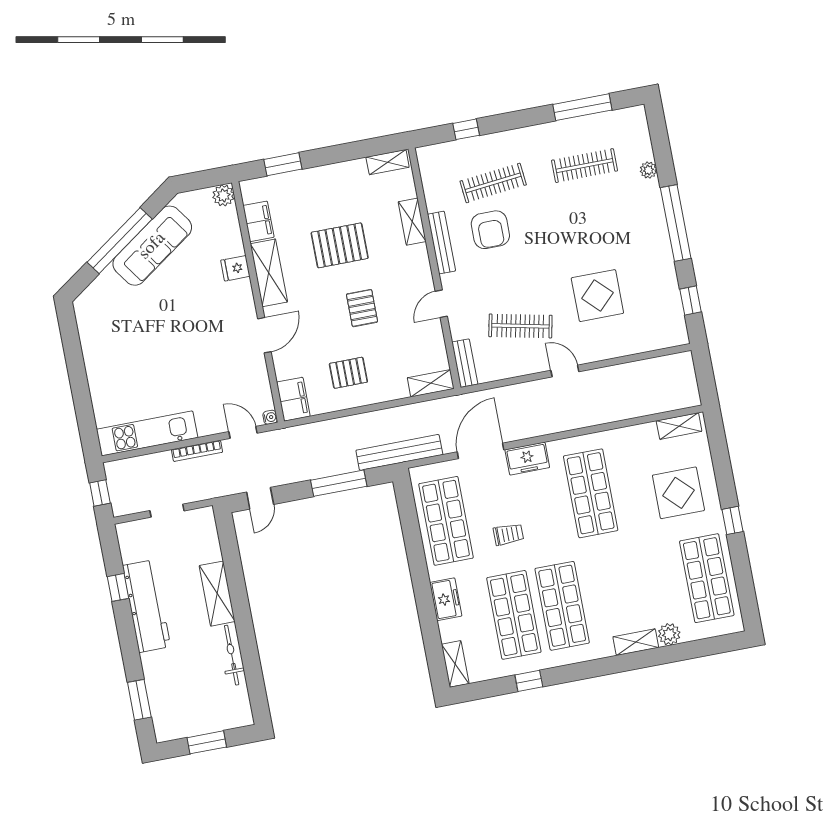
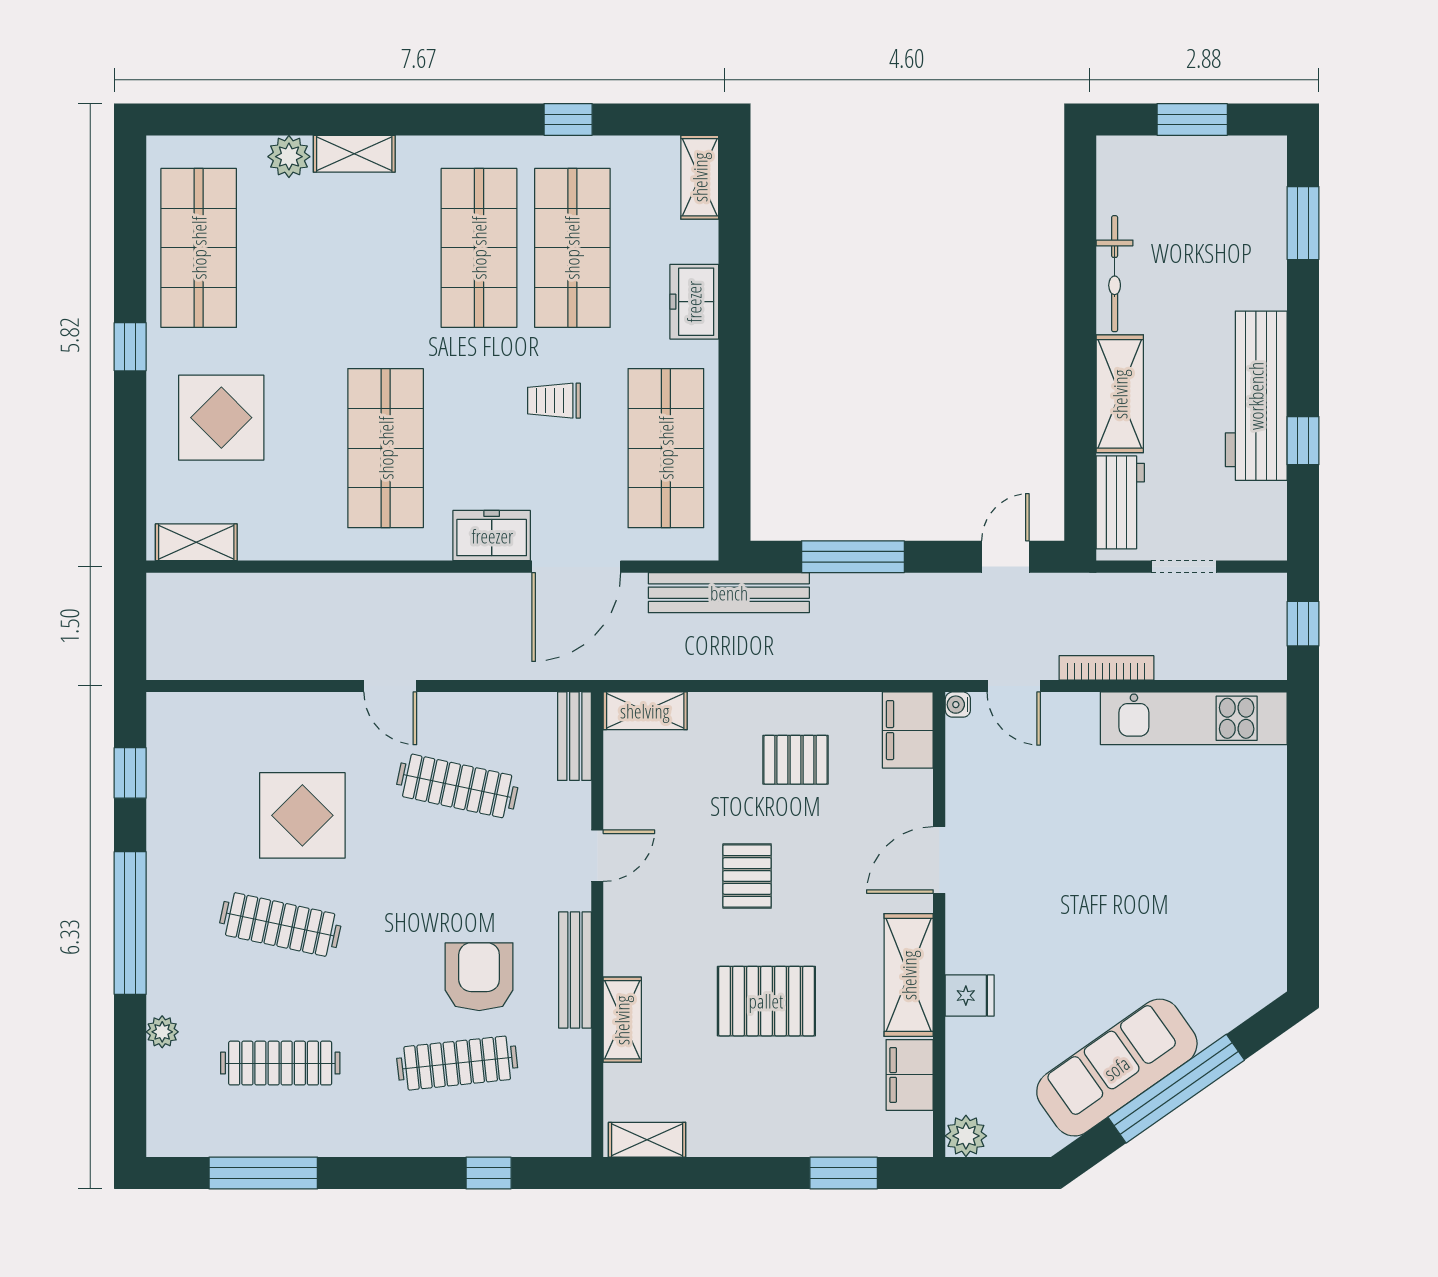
clothes rail: (598, 237) -> (280, 925), added
workbench: (206, 538) -> (1120, 502), added

